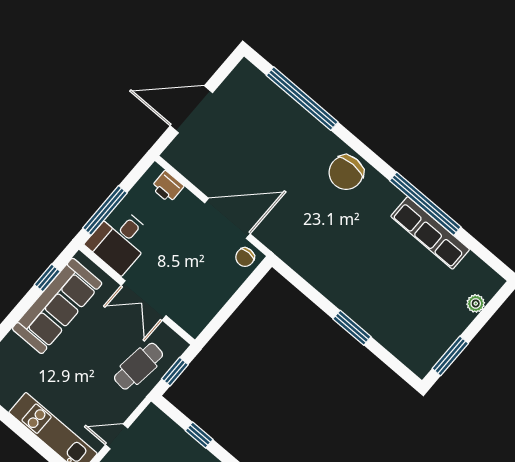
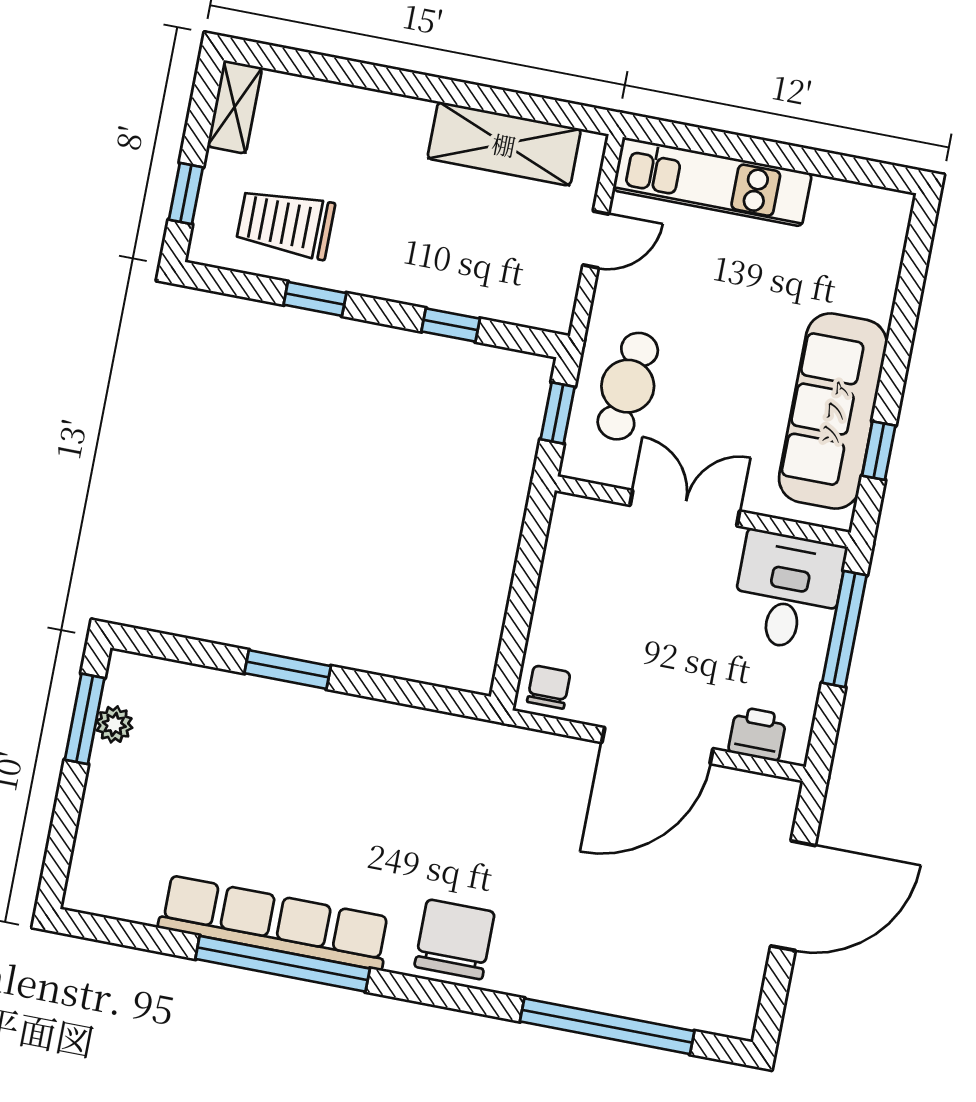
door: (227, 218) -> (657, 746), moved
row of seats: (430, 233) -> (274, 923), width x1.36
plant: (476, 303) -> (114, 724), moved

